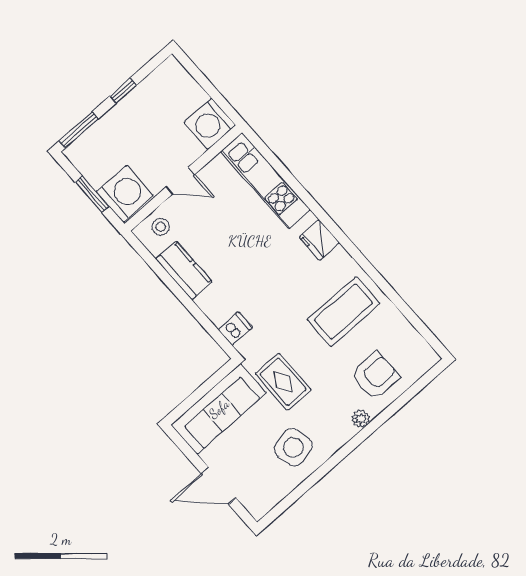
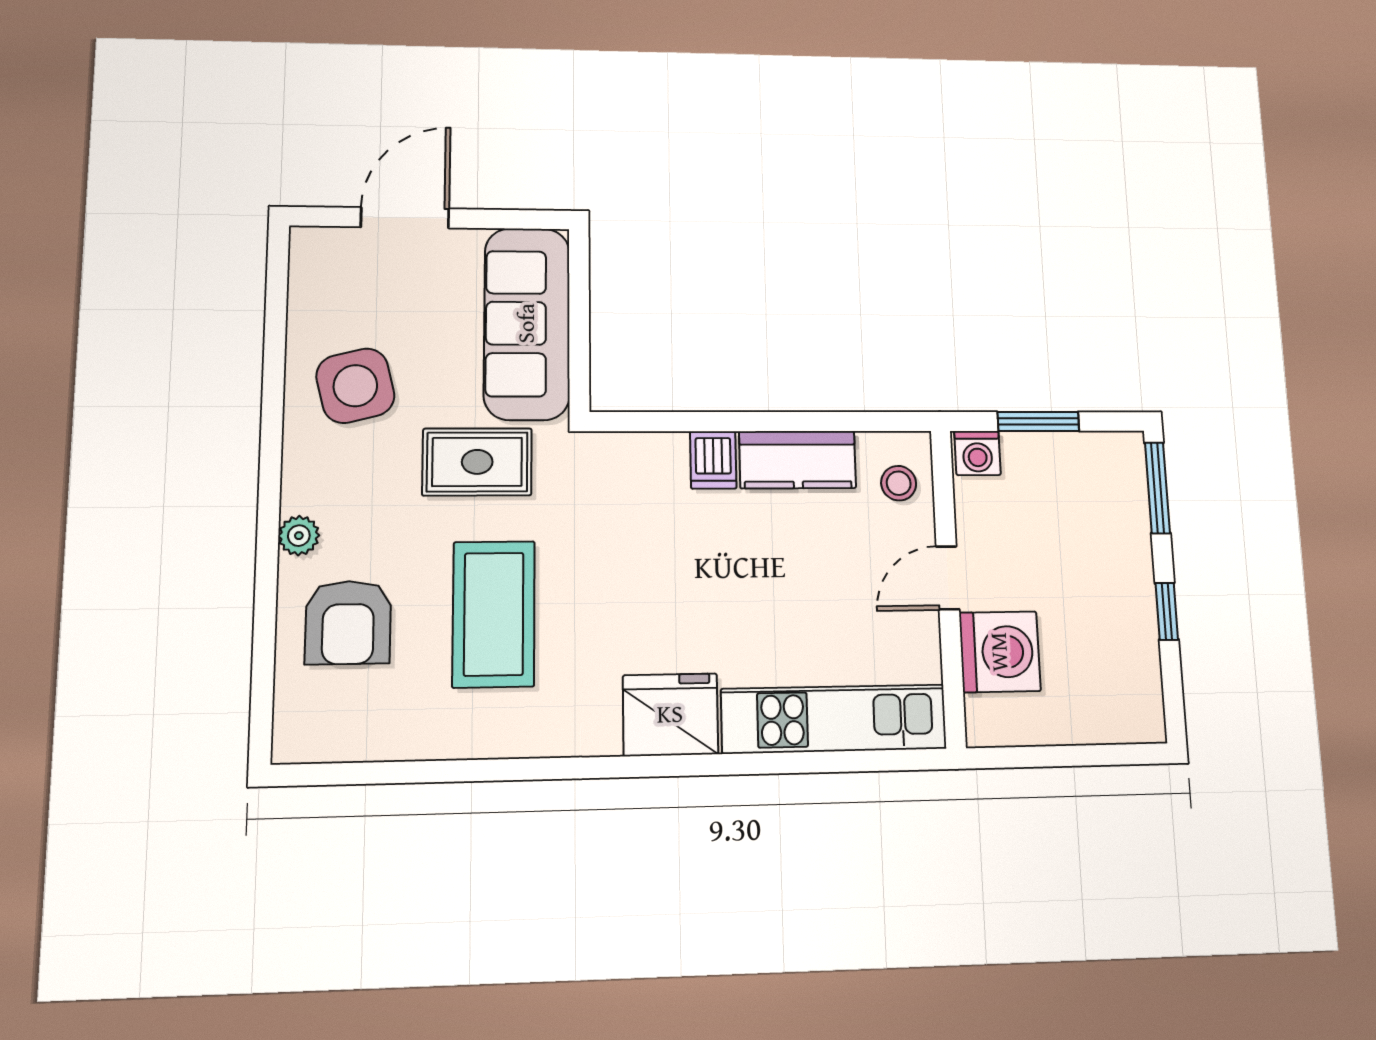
washing machine: (210, 124) -> (1000, 652), moved, turned 90
washing machine: (125, 194) -> (977, 453), width x0.53, depth x0.53
fridge: (320, 240) -> (670, 715), width x1.36, depth x1.34
coffee table: (343, 312) -> (494, 614), moved
dishwasher: (235, 329) -> (713, 460), moved

